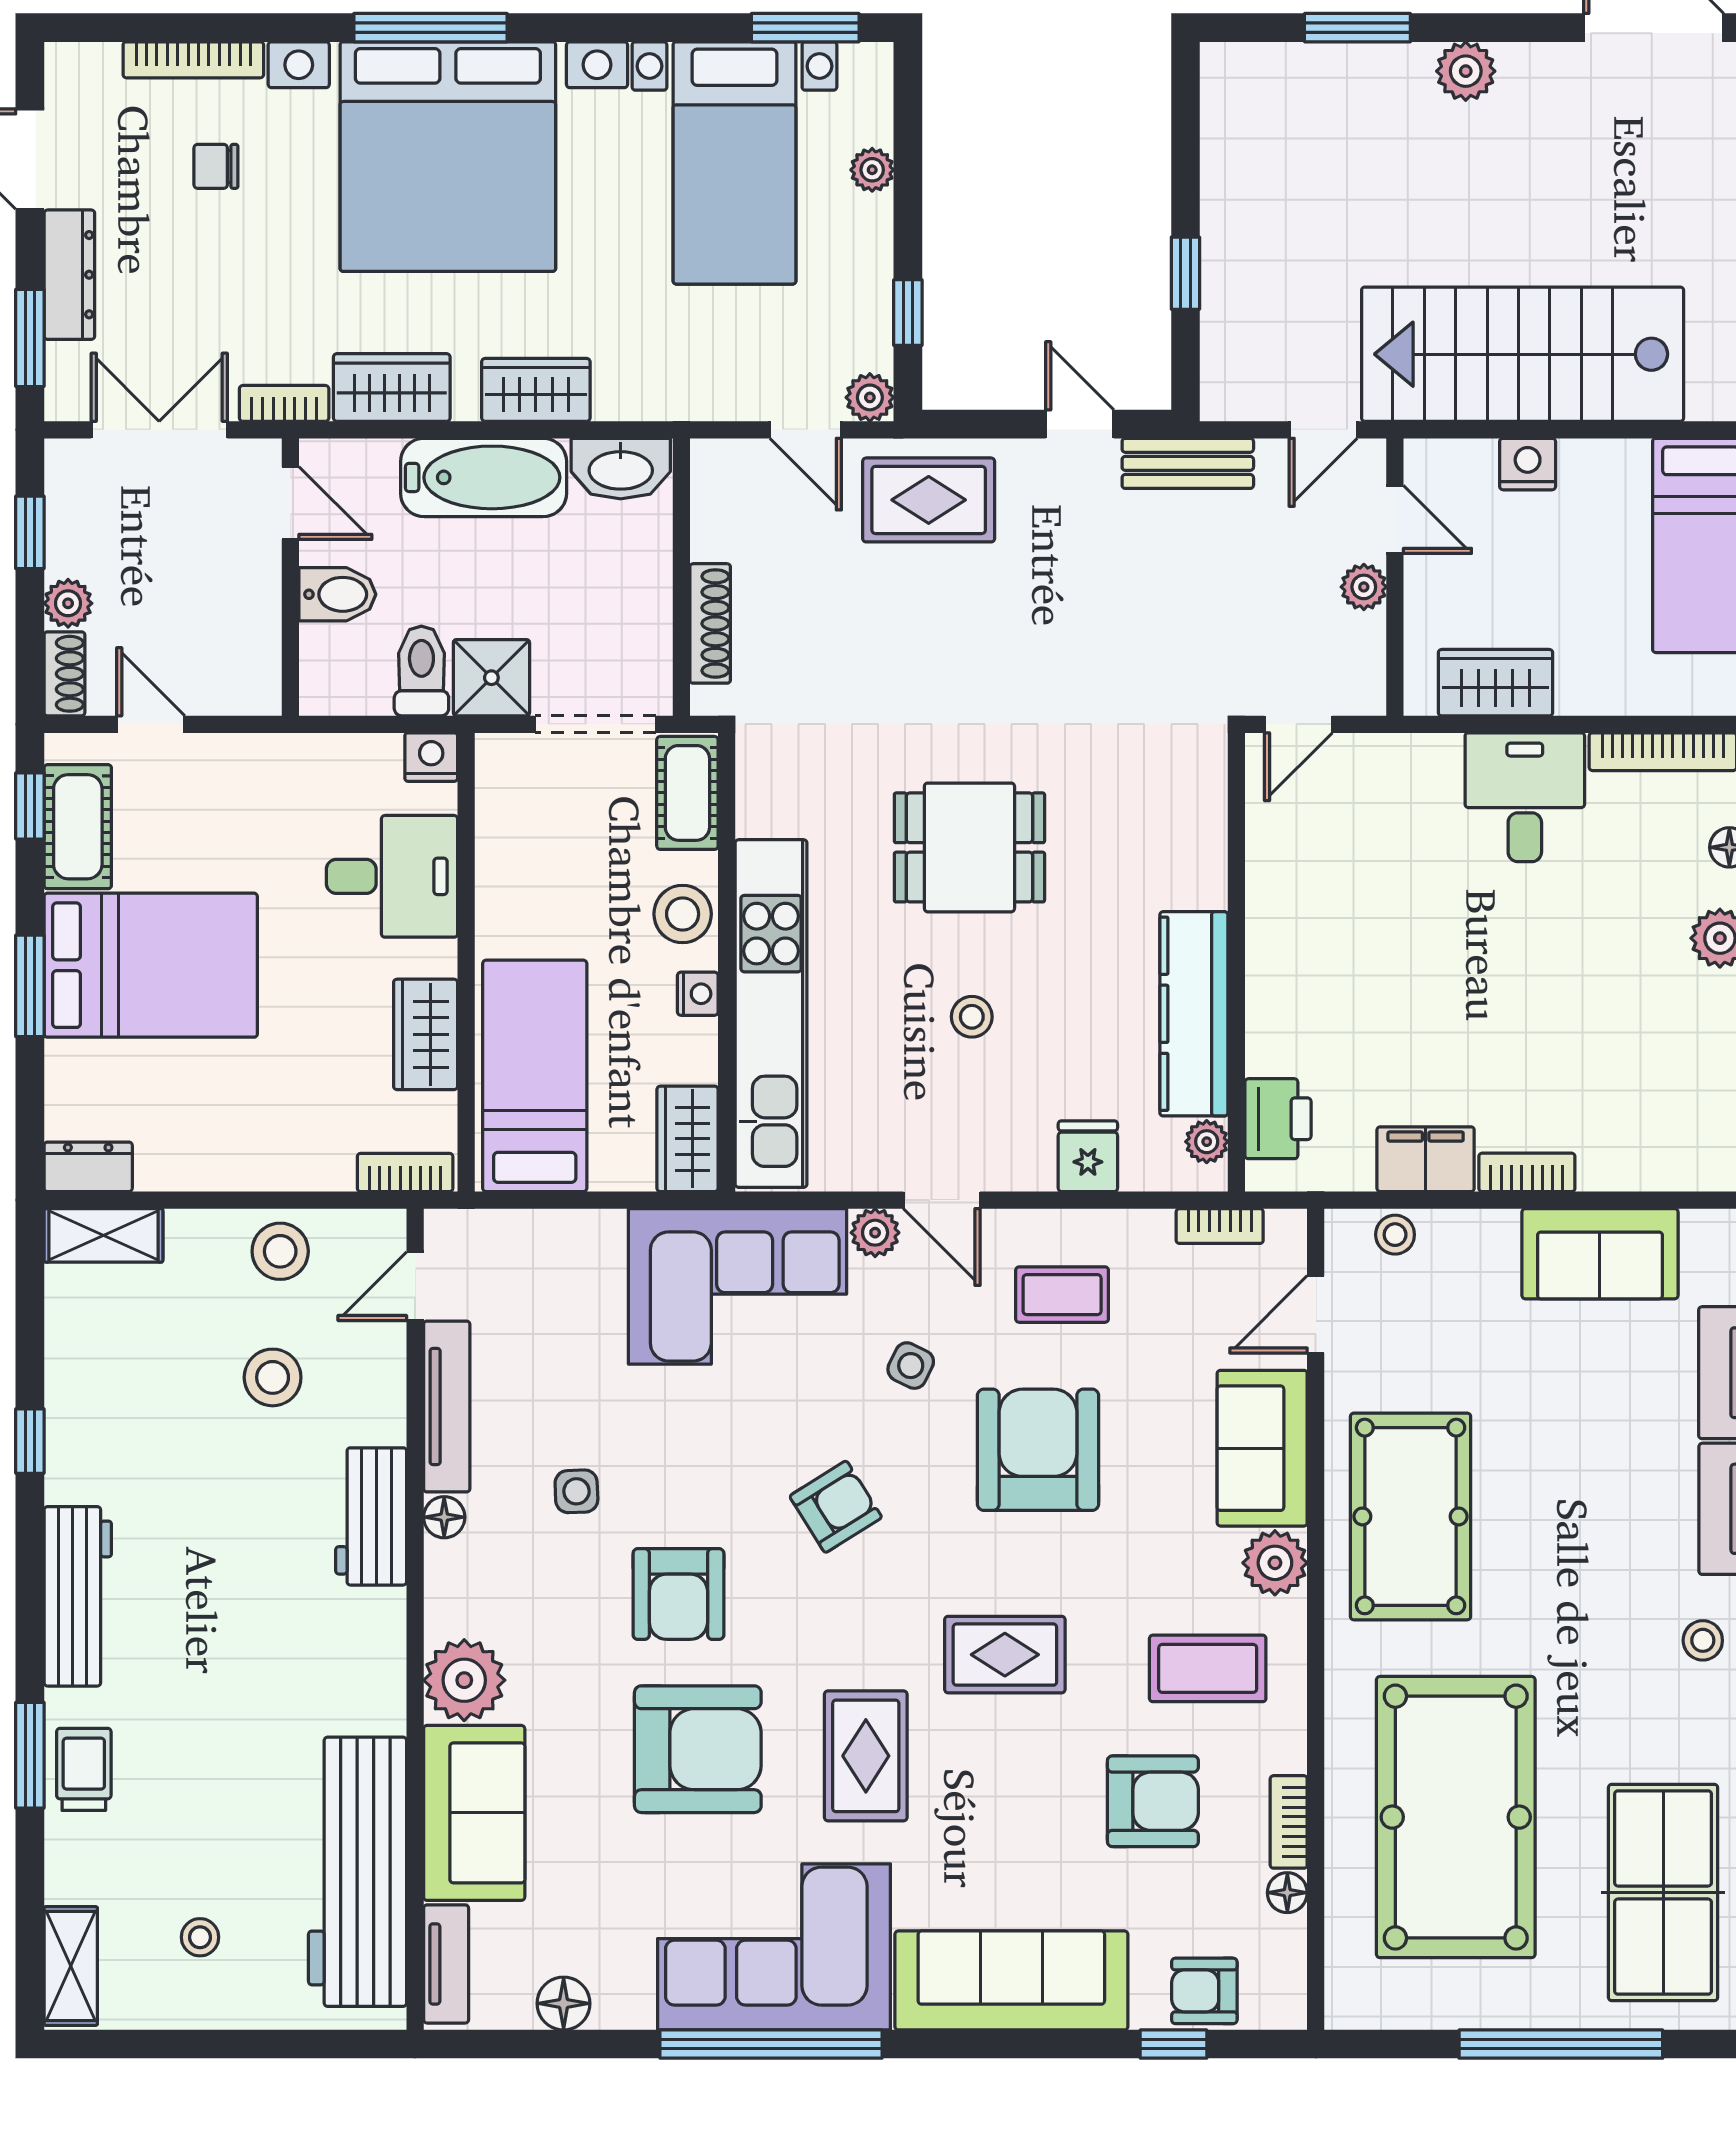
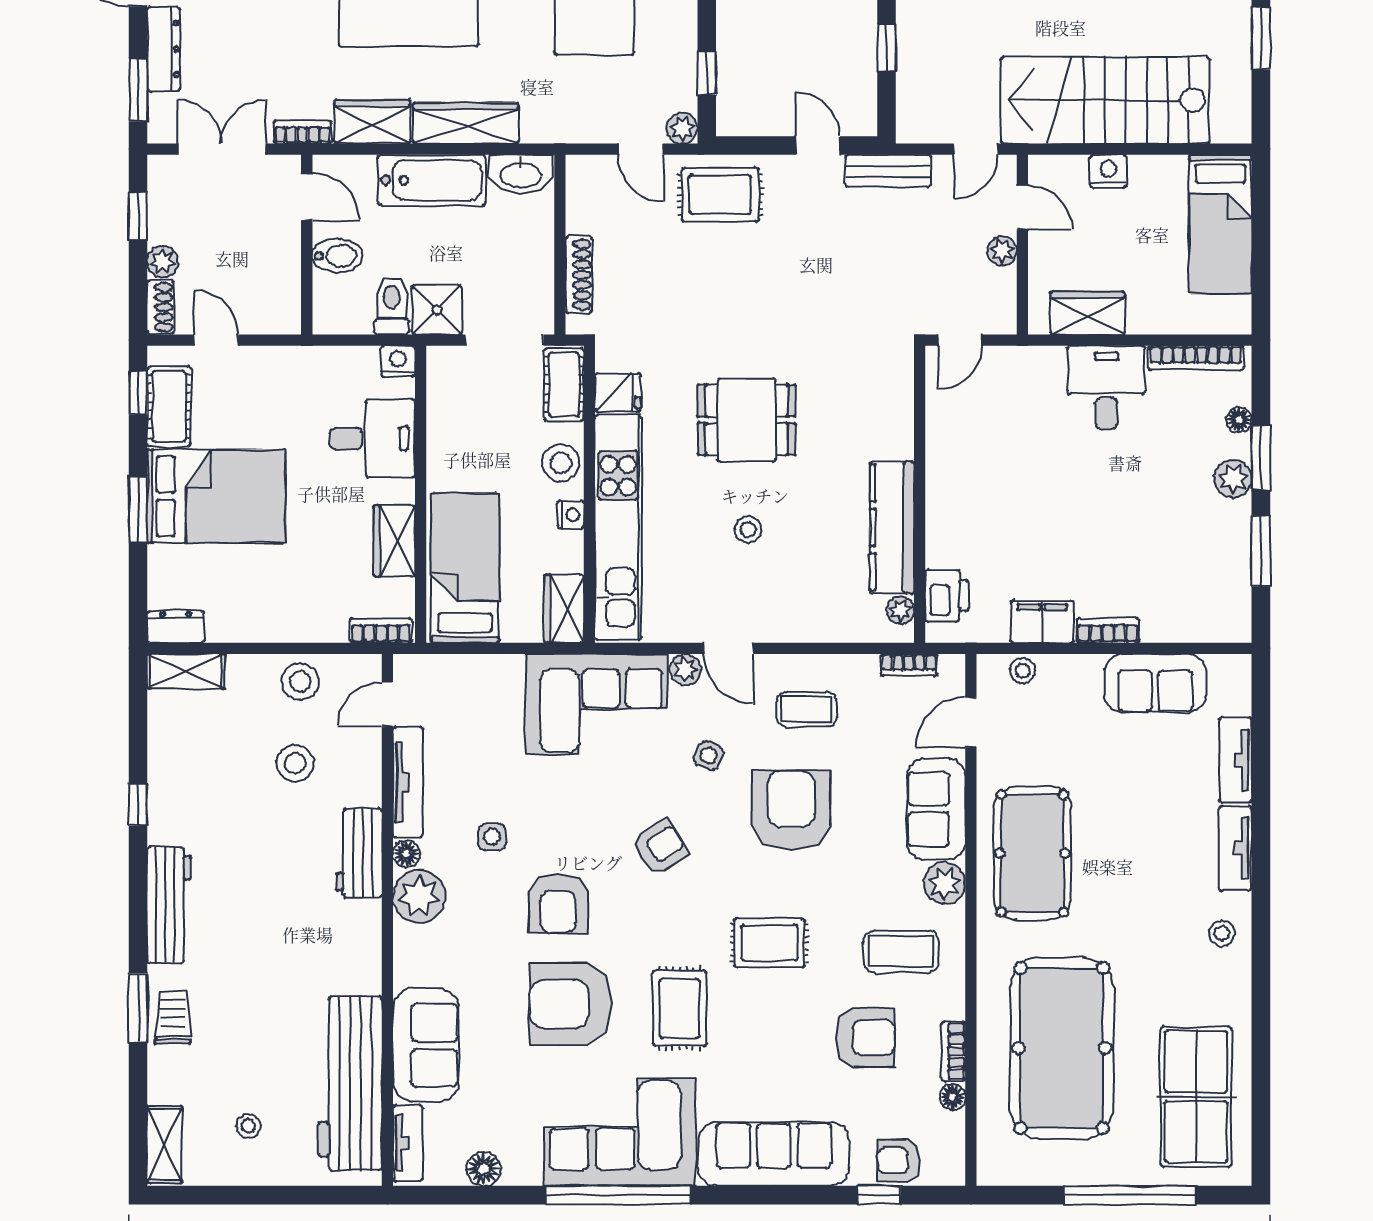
wardrobe: (536, 390) -> (466, 123), width x1.50
fridge: (1088, 1156) -> (618, 393), moved, turned 90
plant: (464, 1680) -> (419, 896), moved
armchair: (698, 1749) -> (571, 1004), turned 180

